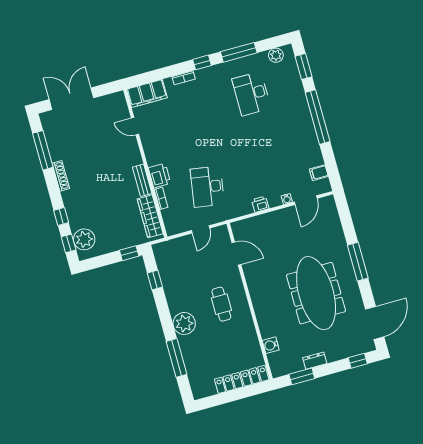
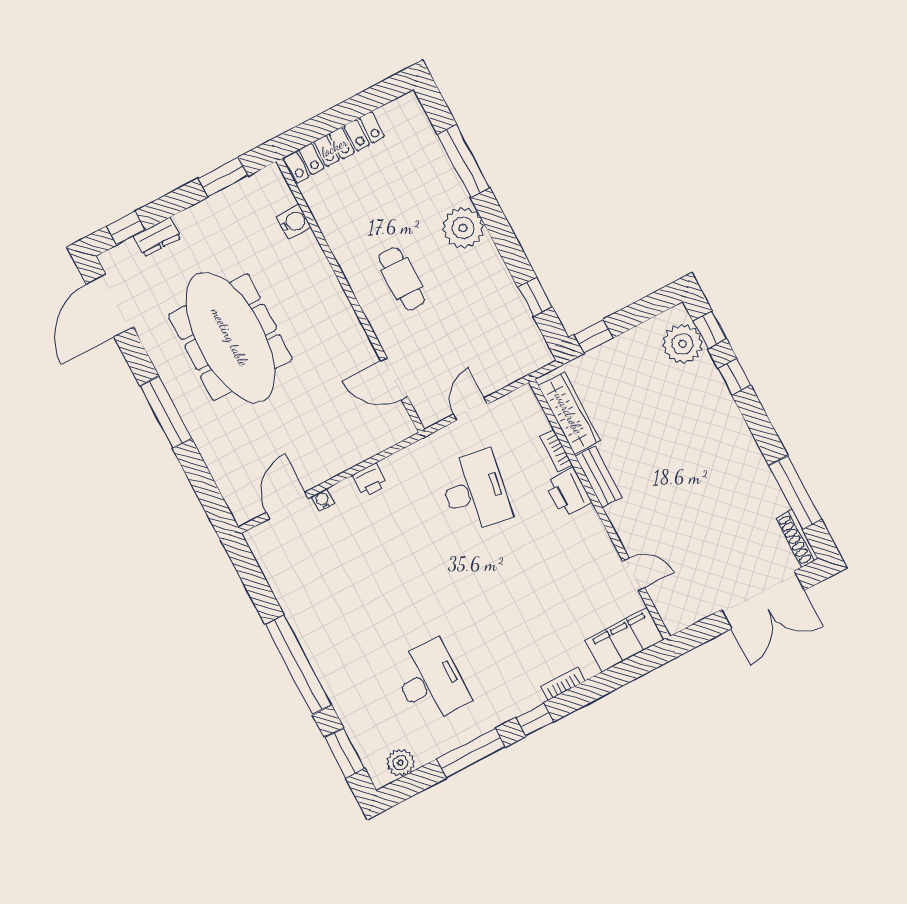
filing cabinet: (319, 173) -> (274, 562), removed
shoe rack: (61, 176) -> (797, 539), moved
dresser: (315, 361) -> (157, 237), moved

